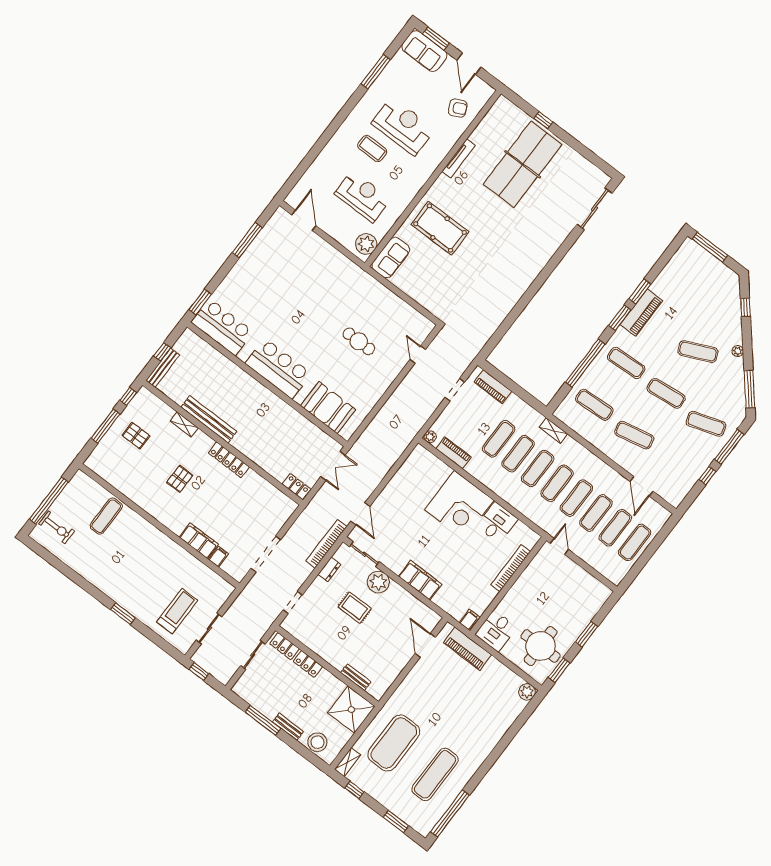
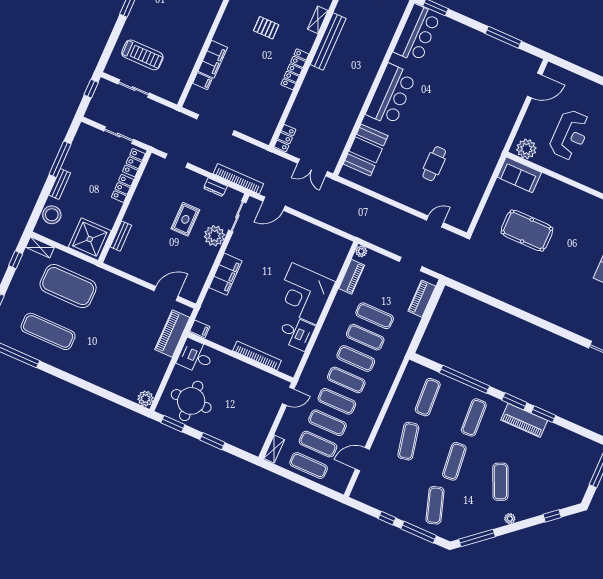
pool table: (440, 228) -> (527, 231), moved, turned 90
shelving: (553, 430) -> (274, 449), moved

